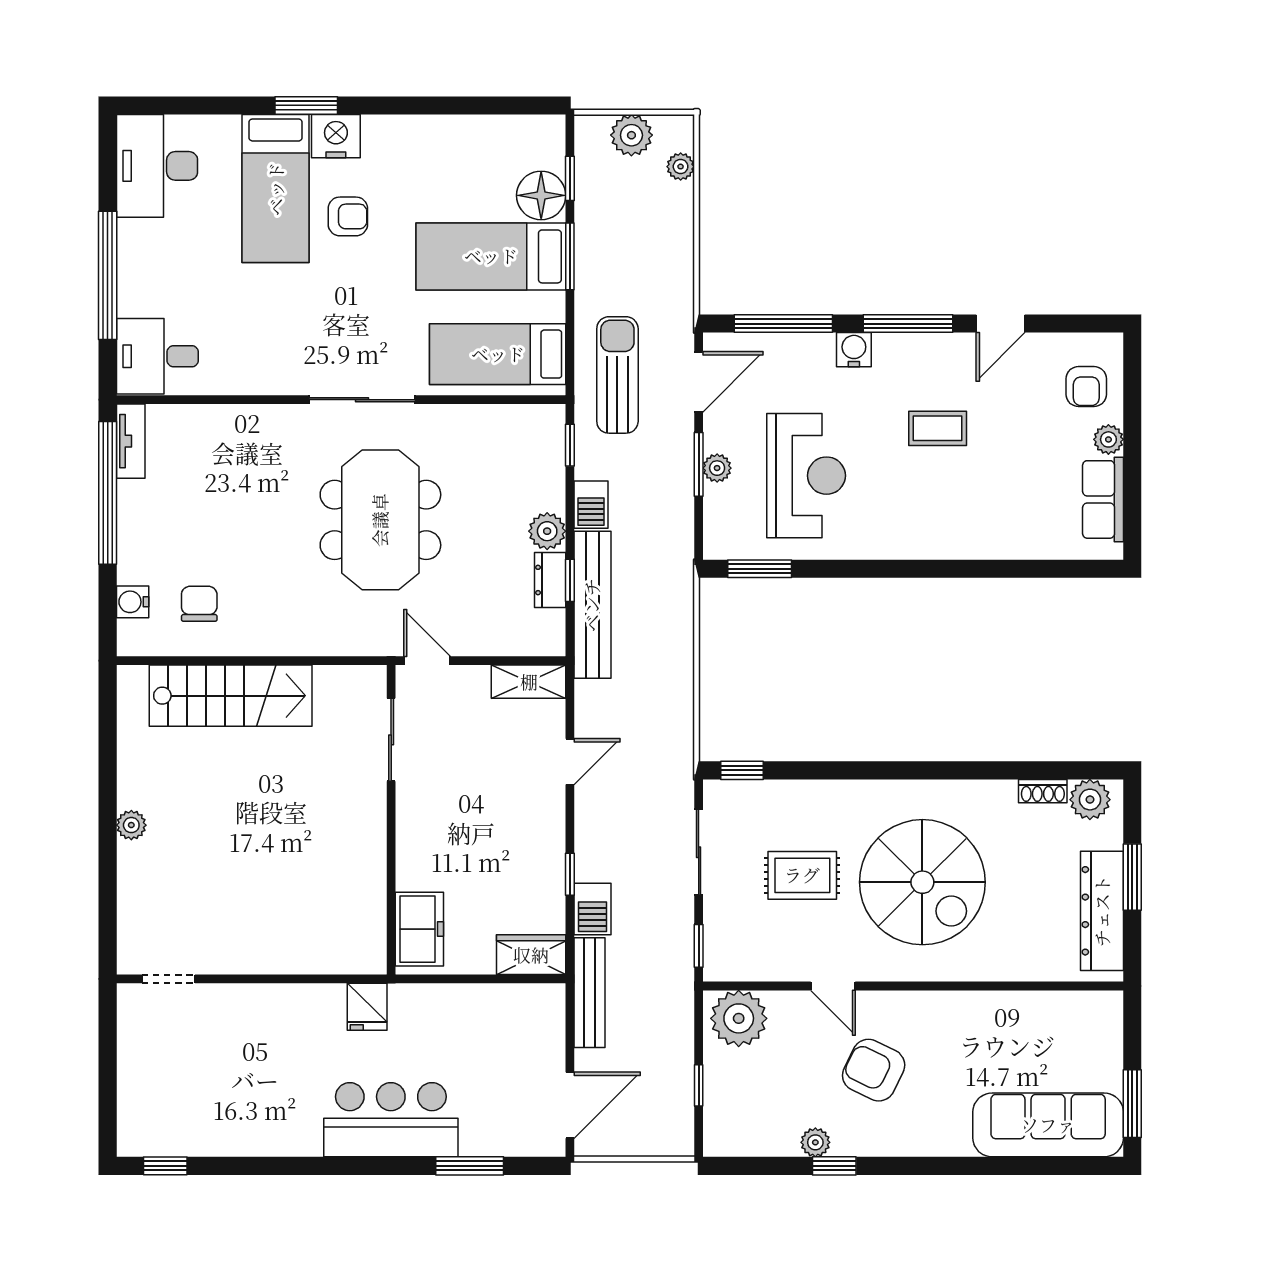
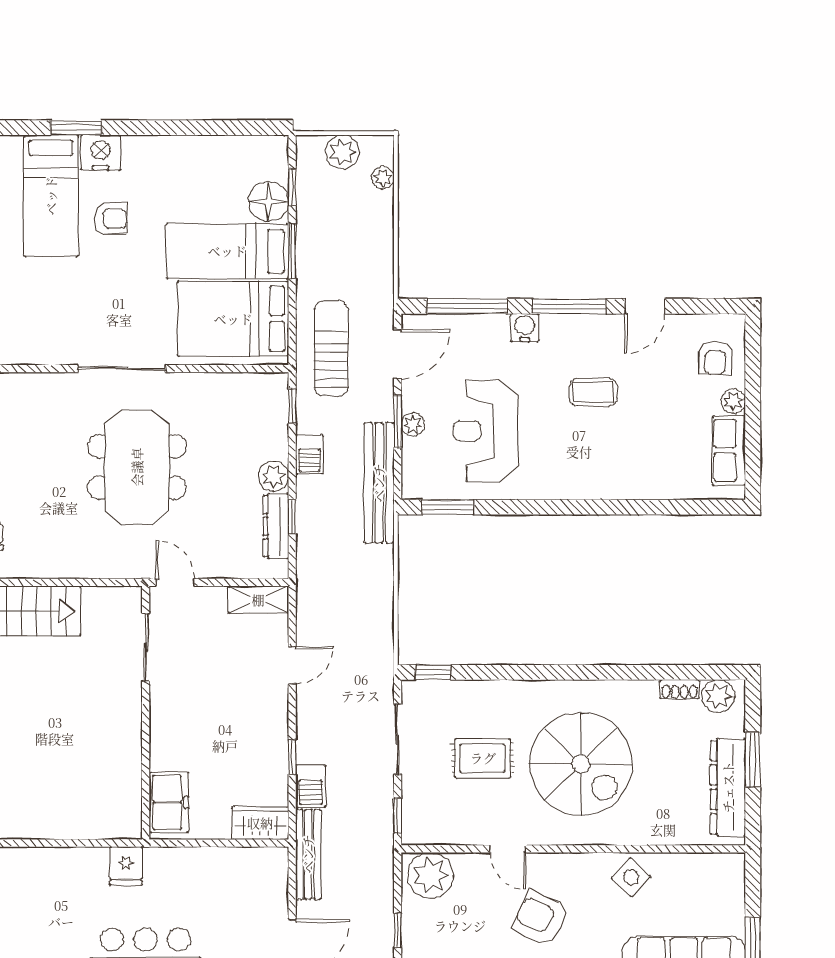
bed: (498, 354) -> (233, 319), width x1.50
reception desk: (806, 476) -> (486, 431), turned 180
dresser: (550, 580) -> (276, 526), width x1.44
bench: (592, 605) -> (379, 483), moved
side table: (984, 1020) -> (631, 877), added

